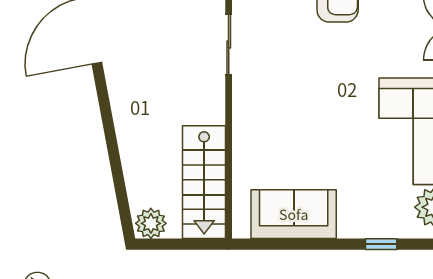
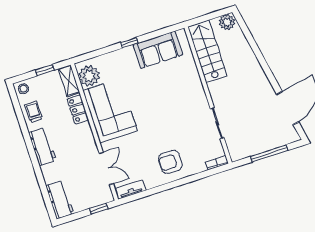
window: (381, 244) -> (129, 43), moved

